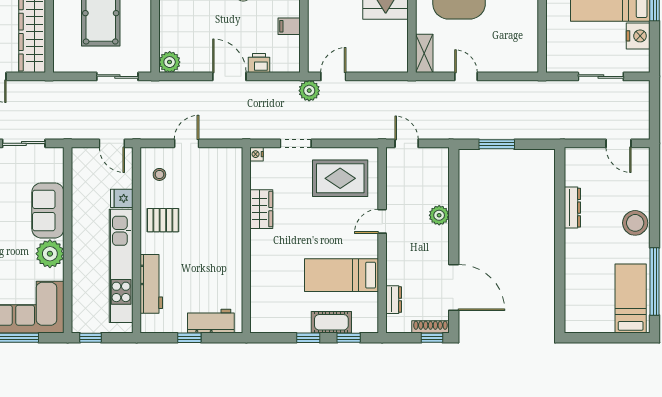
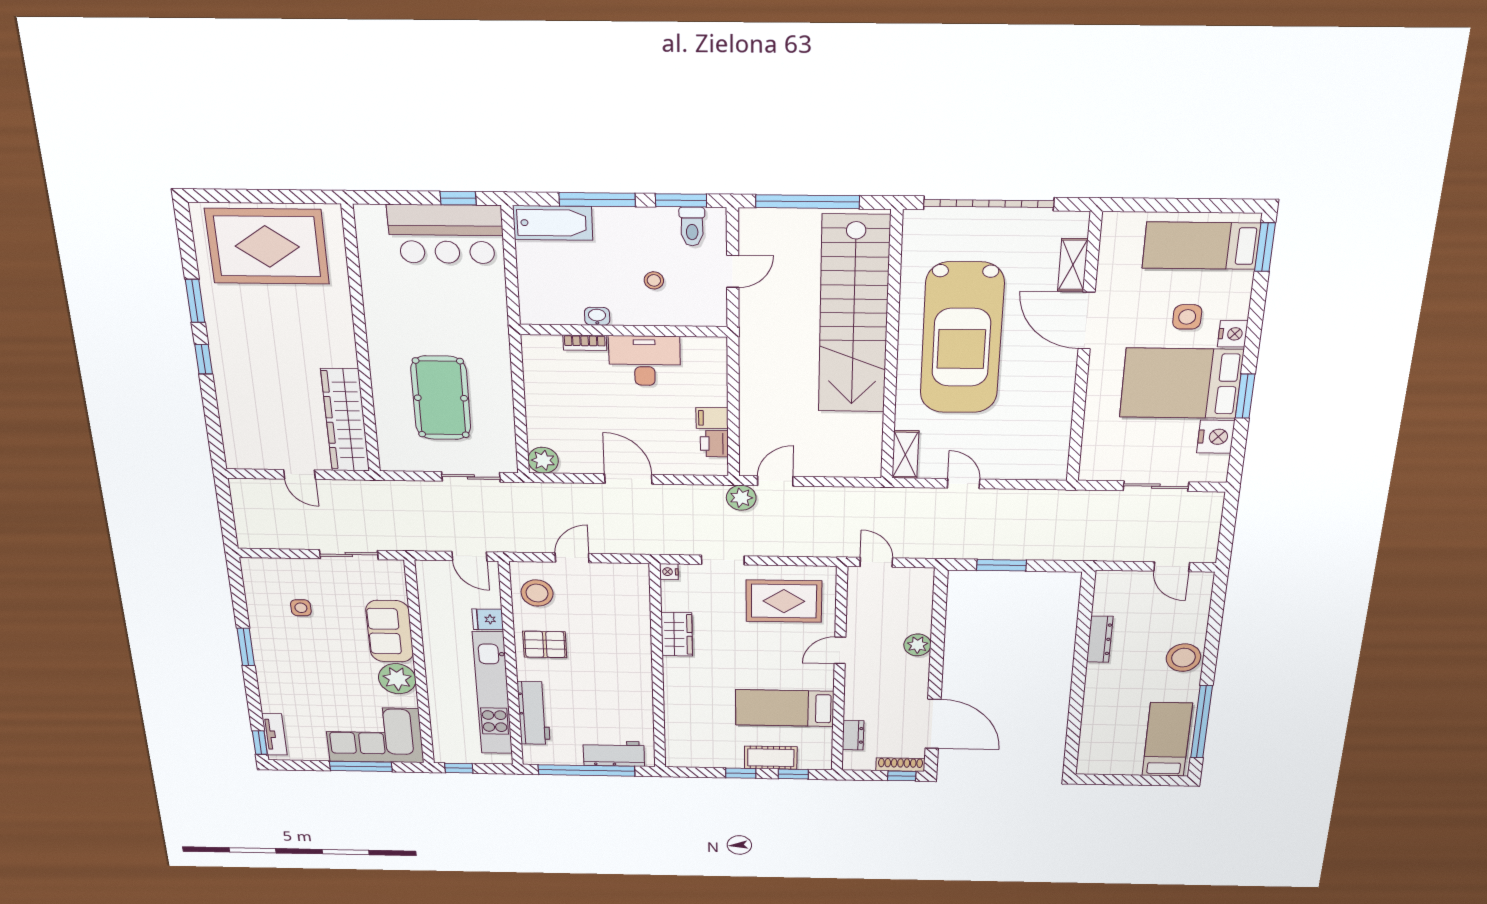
printer: (259, 63) -> (714, 444), moved, turned -90
stool: (159, 174) -> (537, 593), width x1.89, depth x1.89
window: (189, 338) -> (586, 770), width x3.17

